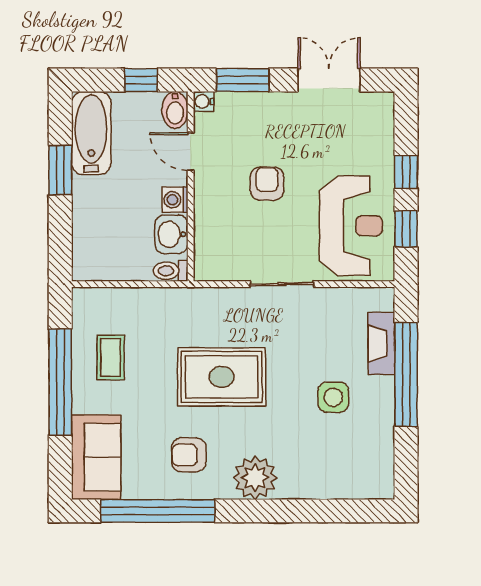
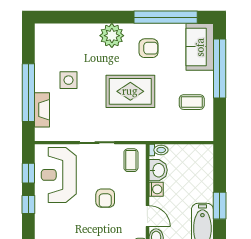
coffee table: (220, 252) -> (131, 160), added
coffee table: (111, 357) -> (192, 102), turned 90
window: (60, 382) -> (220, 68), moved

